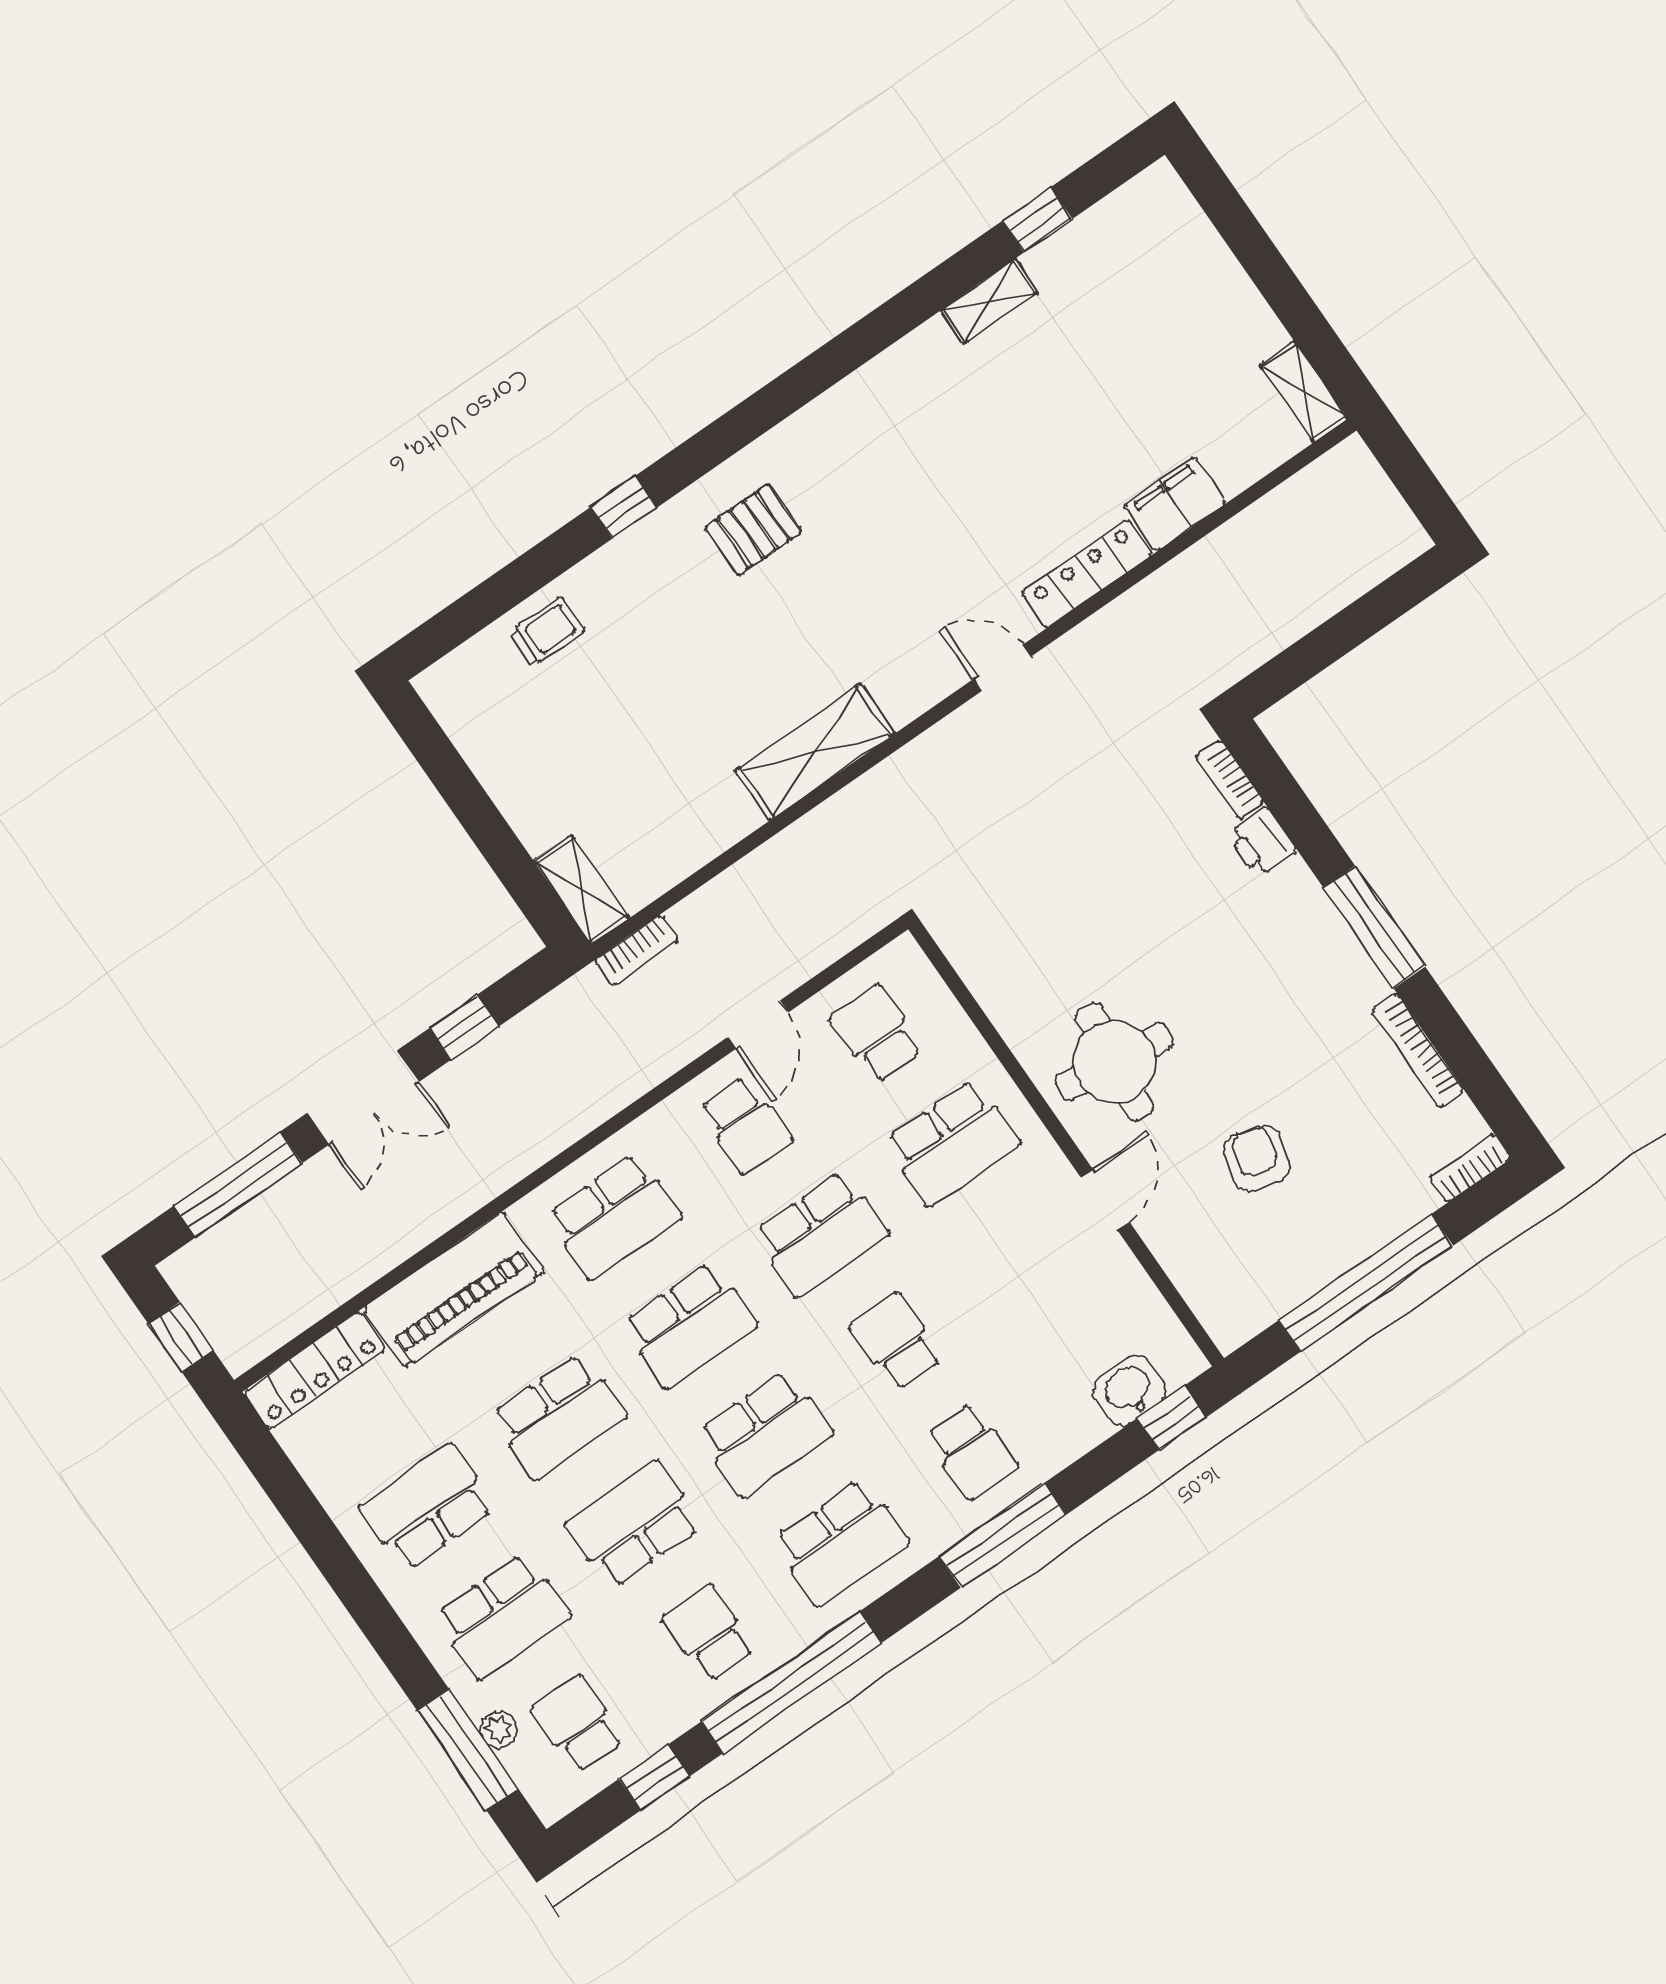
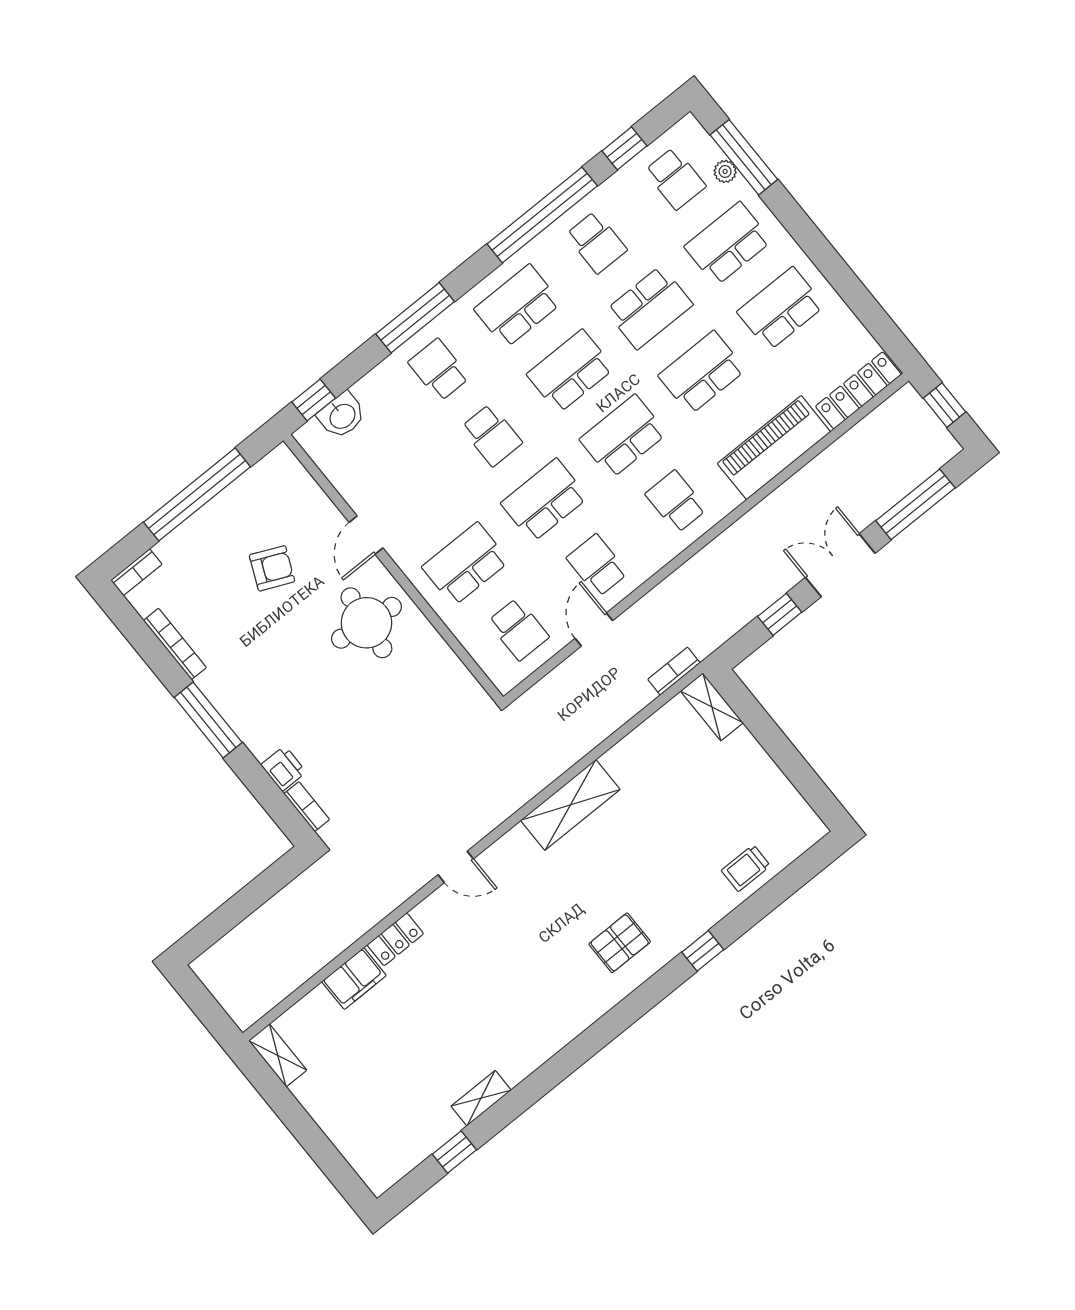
locker: (1087, 574) -> (395, 939), width x0.66
armchair: (1257, 1158) -> (272, 568), turned -82
school desk: (614, 1216) -> (676, 502), width x0.54
school desk: (427, 1507) -> (781, 309), turned 180

